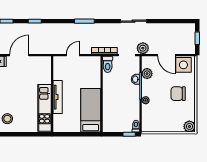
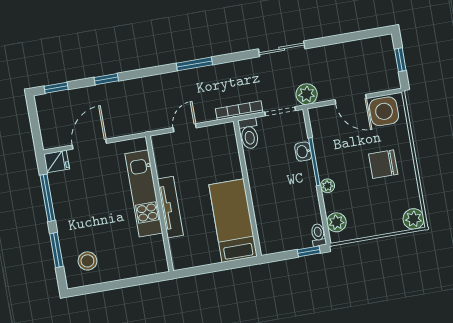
plant: (147, 74) -> (336, 222), moved
kitchen unit: (44, 108) -> (144, 193), moved

